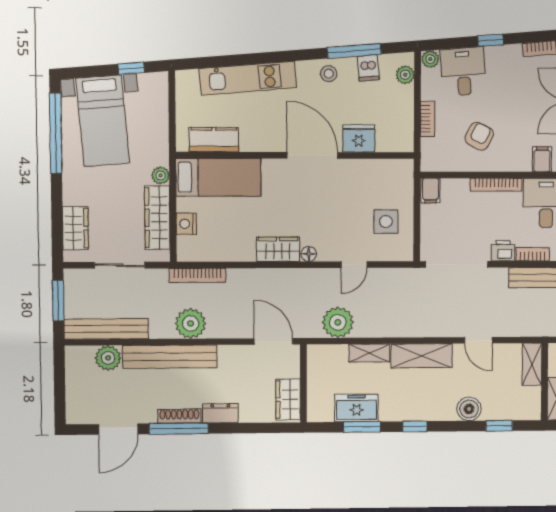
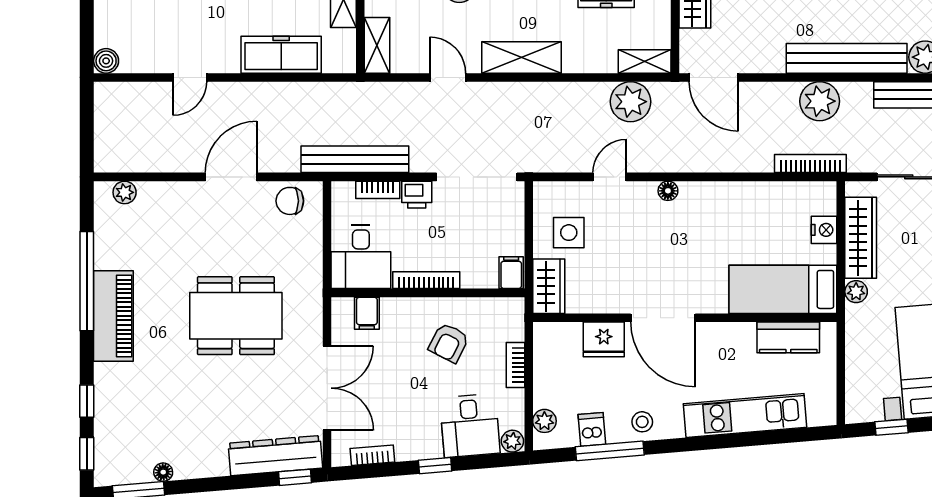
wardrobe: (278, 249) -> (549, 286), moved, turned -90
shelving: (369, 353) -> (645, 61), moved

